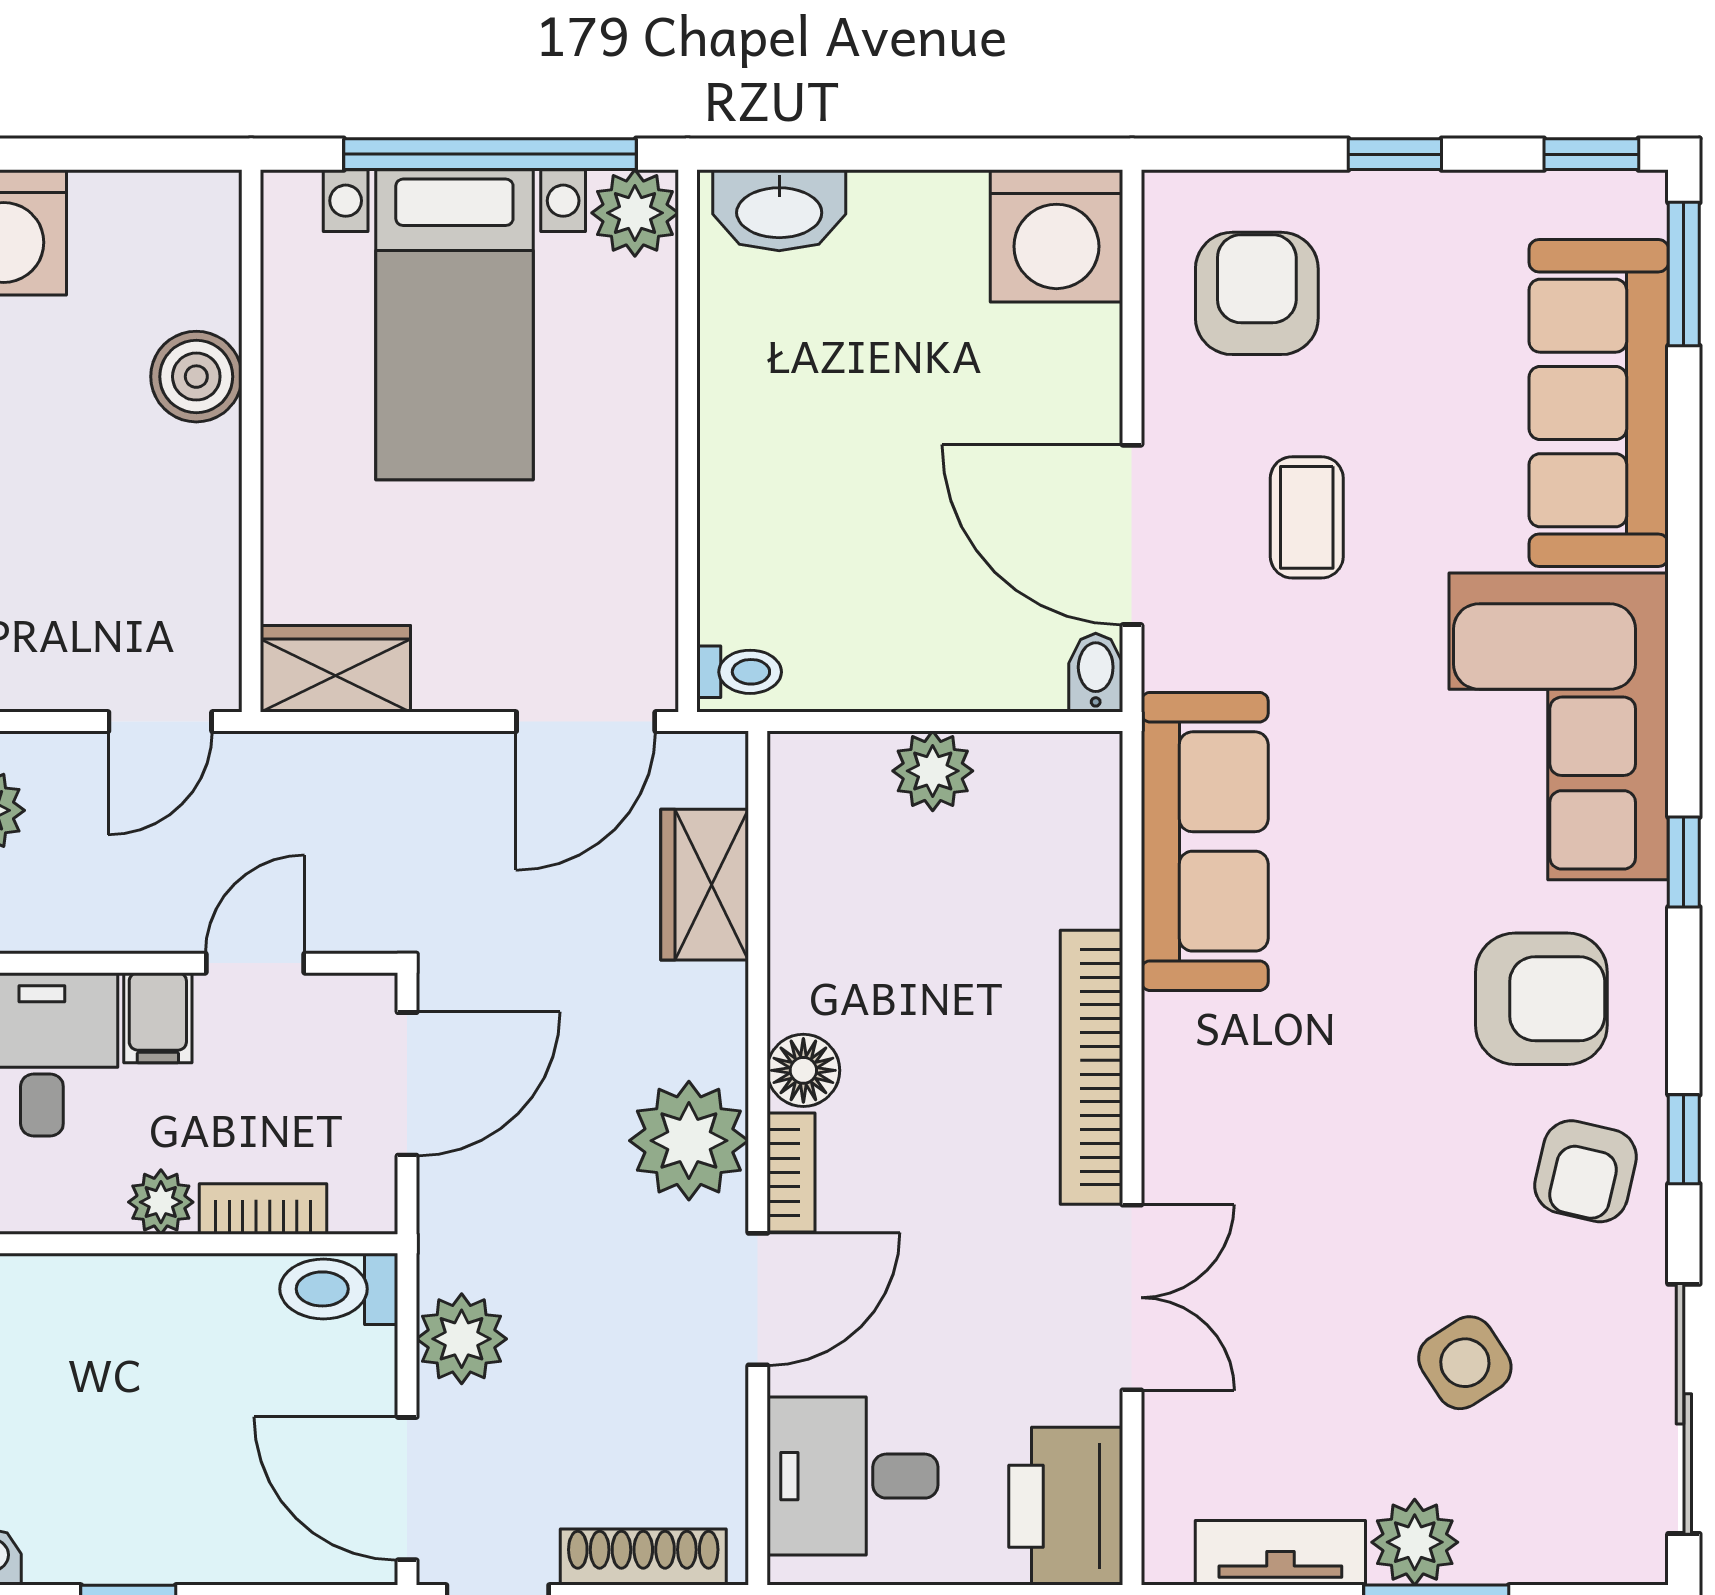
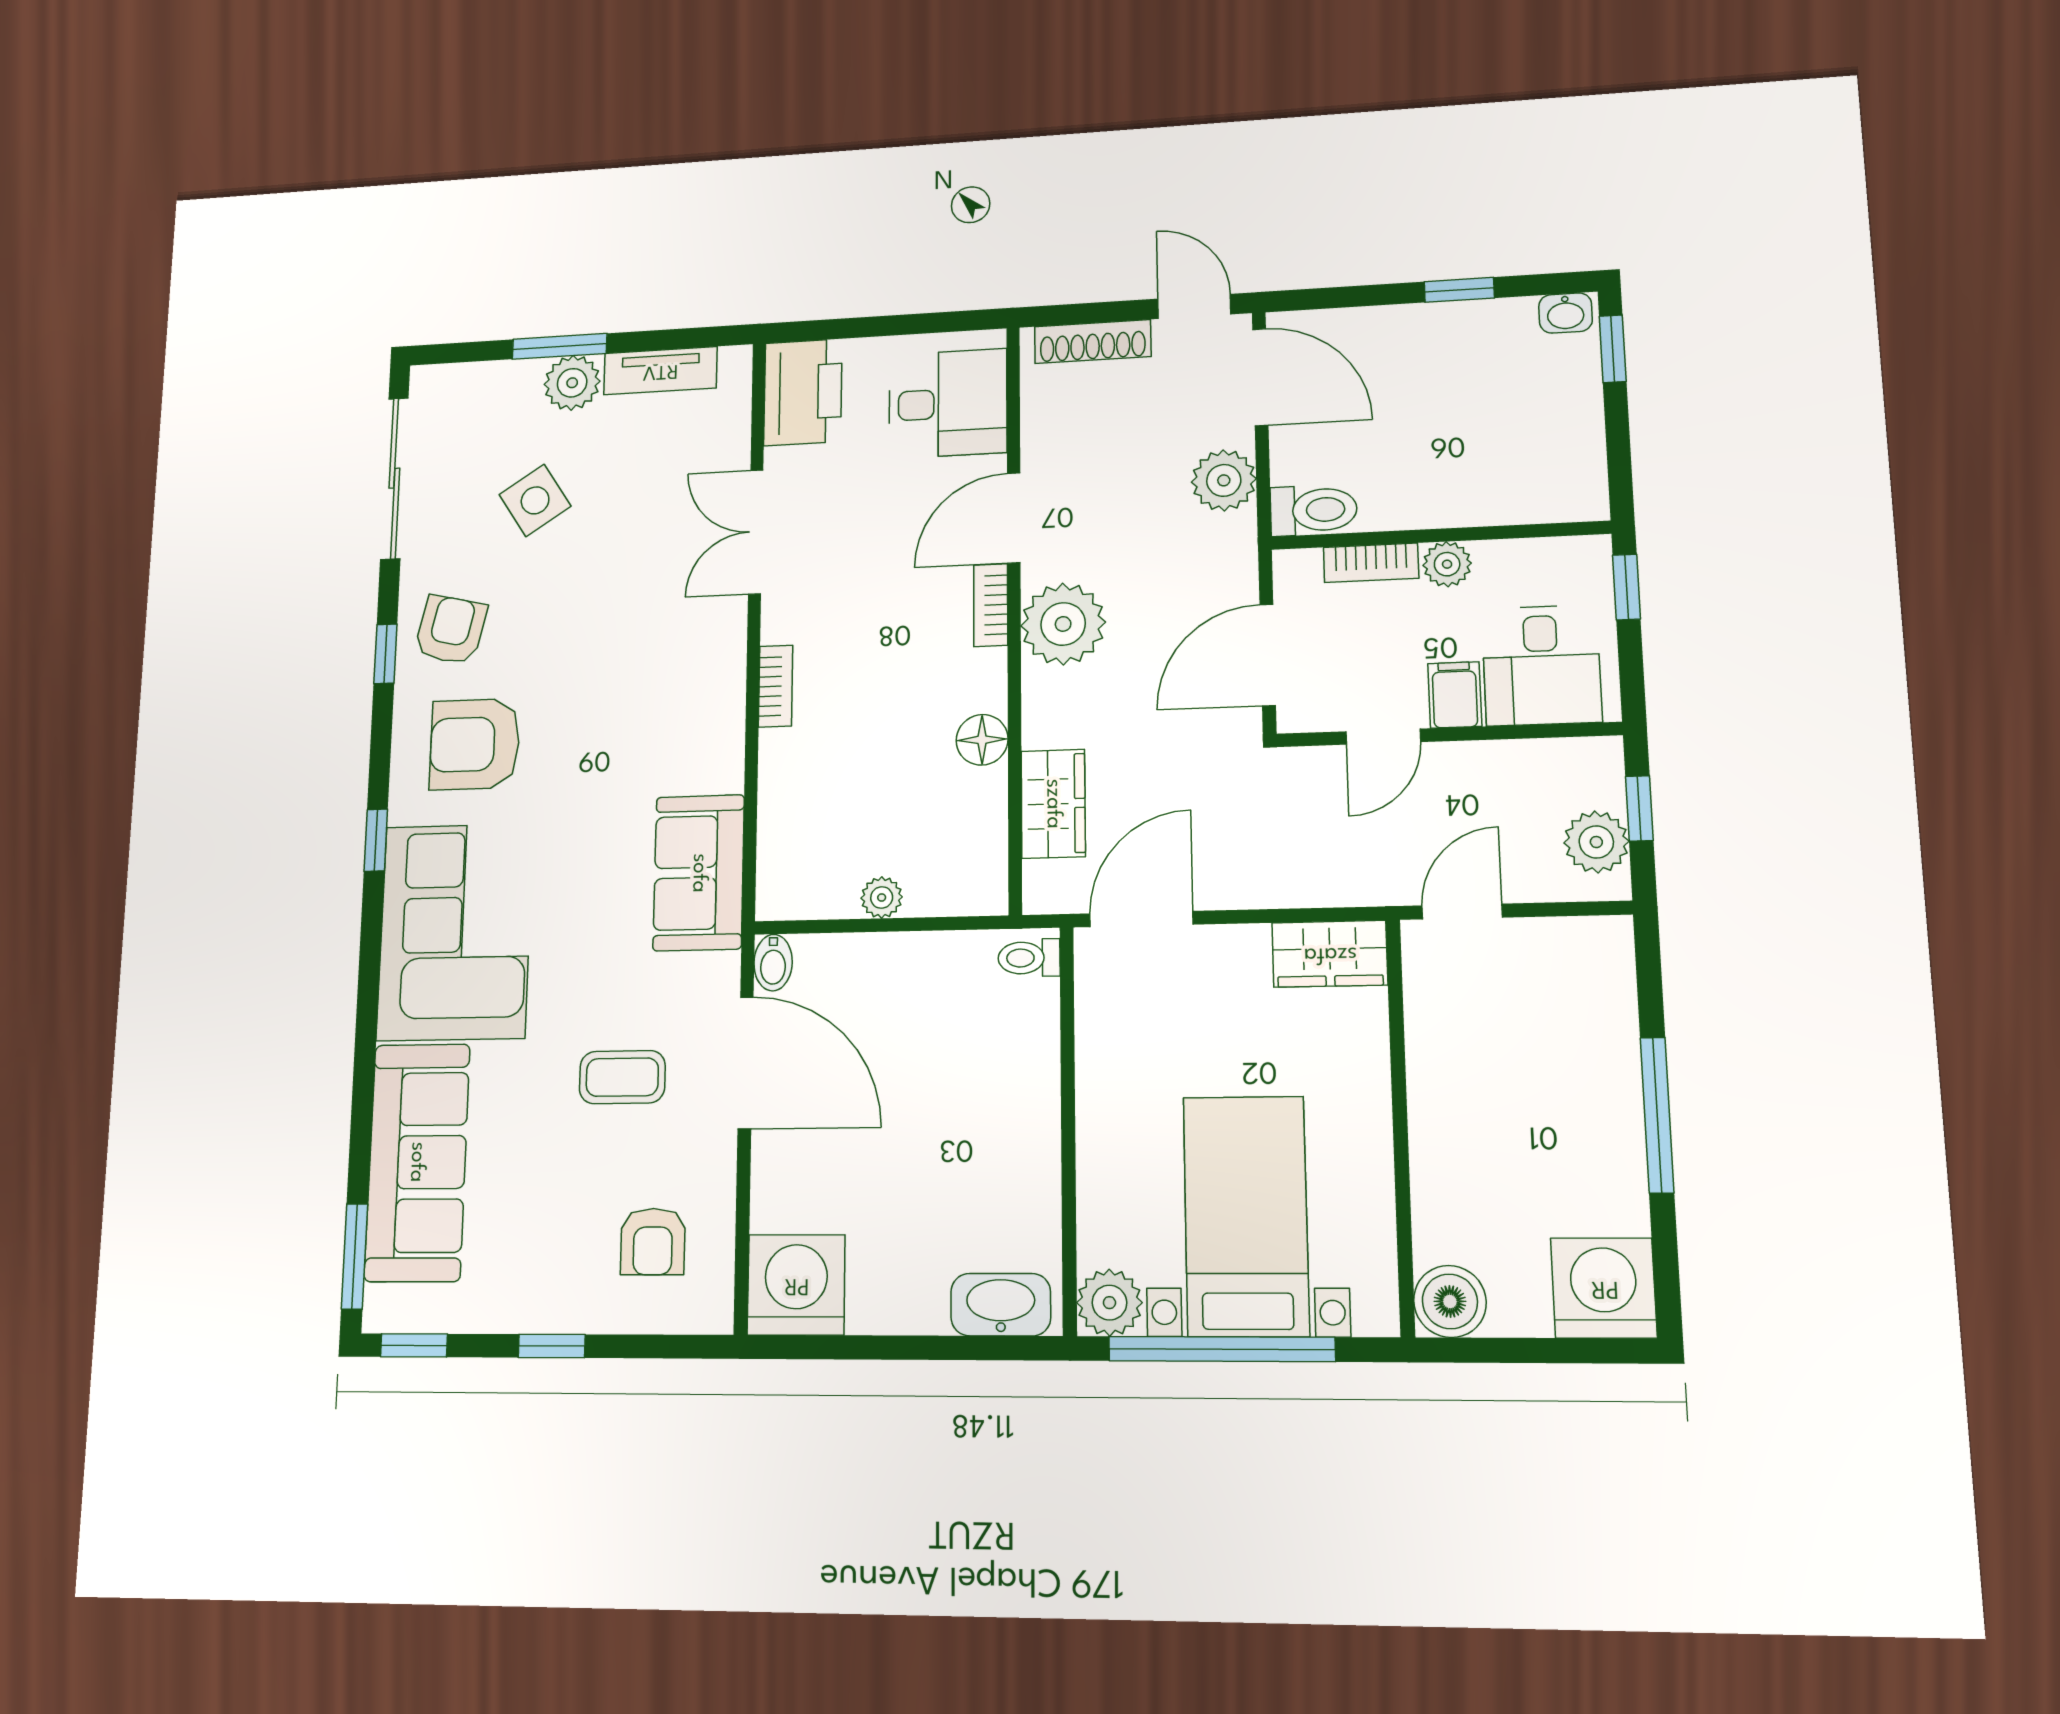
armchair: (1257, 293) -> (653, 1242), width x0.72, depth x0.72
boiler: (196, 377) -> (1450, 1301), moved
coffee table: (1307, 517) -> (622, 1077), turned 90
plant: (933, 771) -> (882, 897), width x0.73, depth x0.73
sofa: (1205, 841) -> (699, 873), width x0.73
bookcase: (1091, 1067) -> (776, 686), width x0.43, depth x0.76
floor lamp: (803, 1070) -> (982, 740), moved

